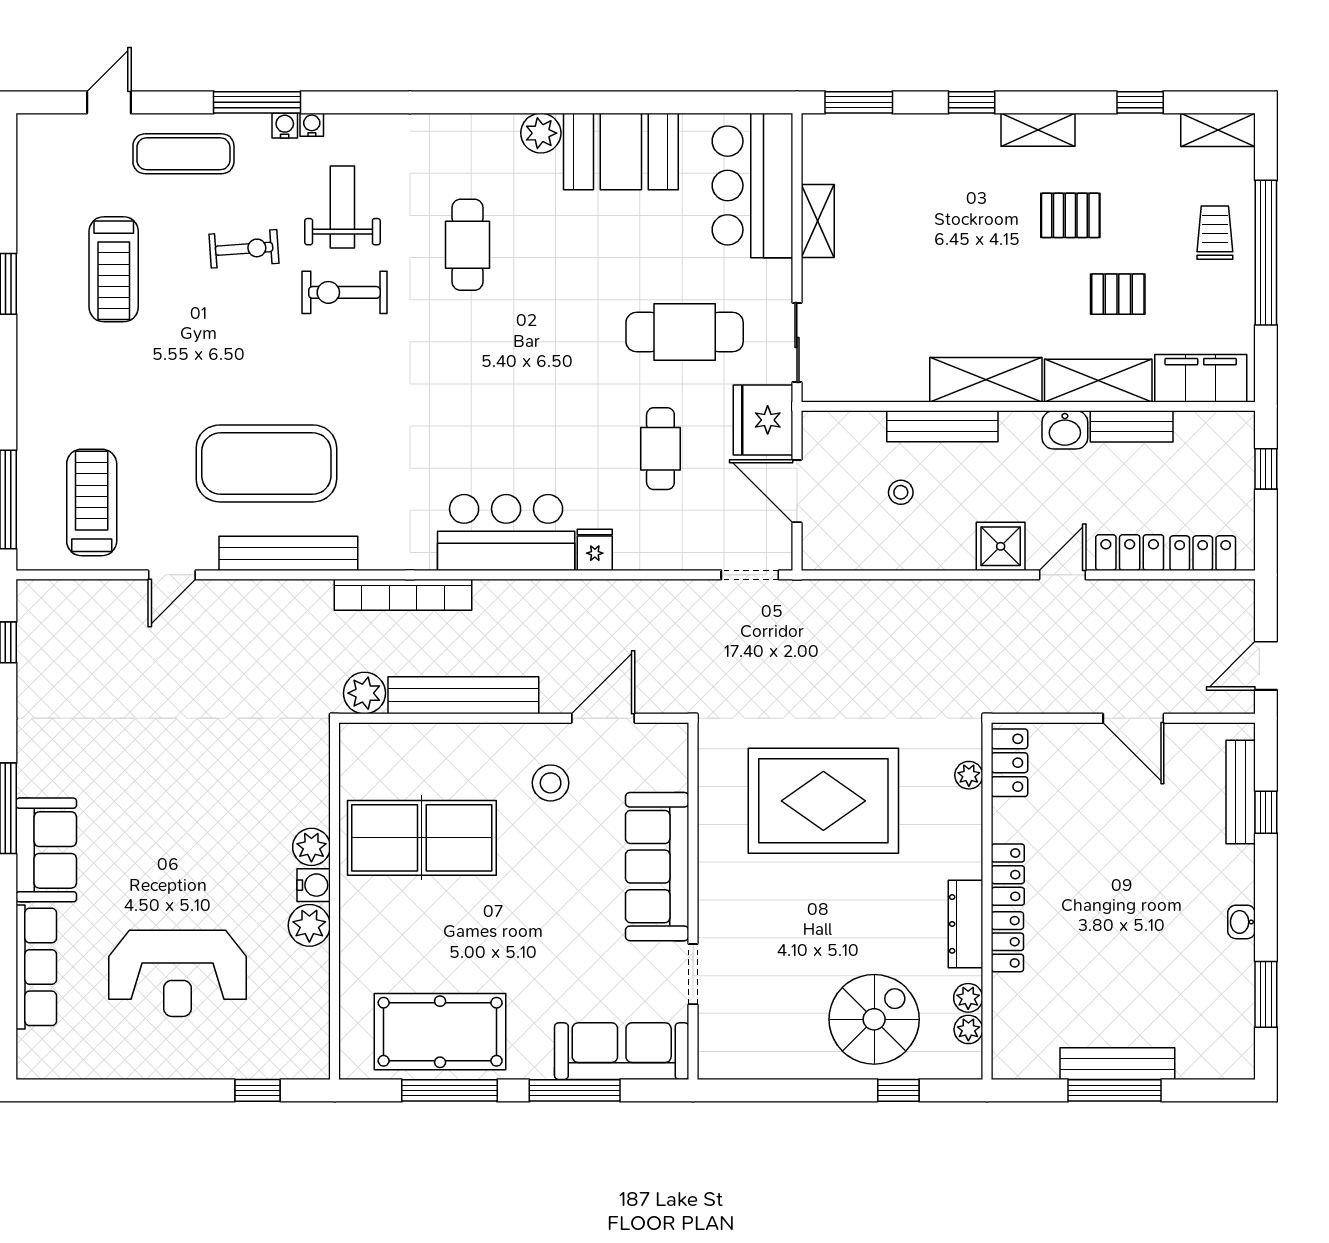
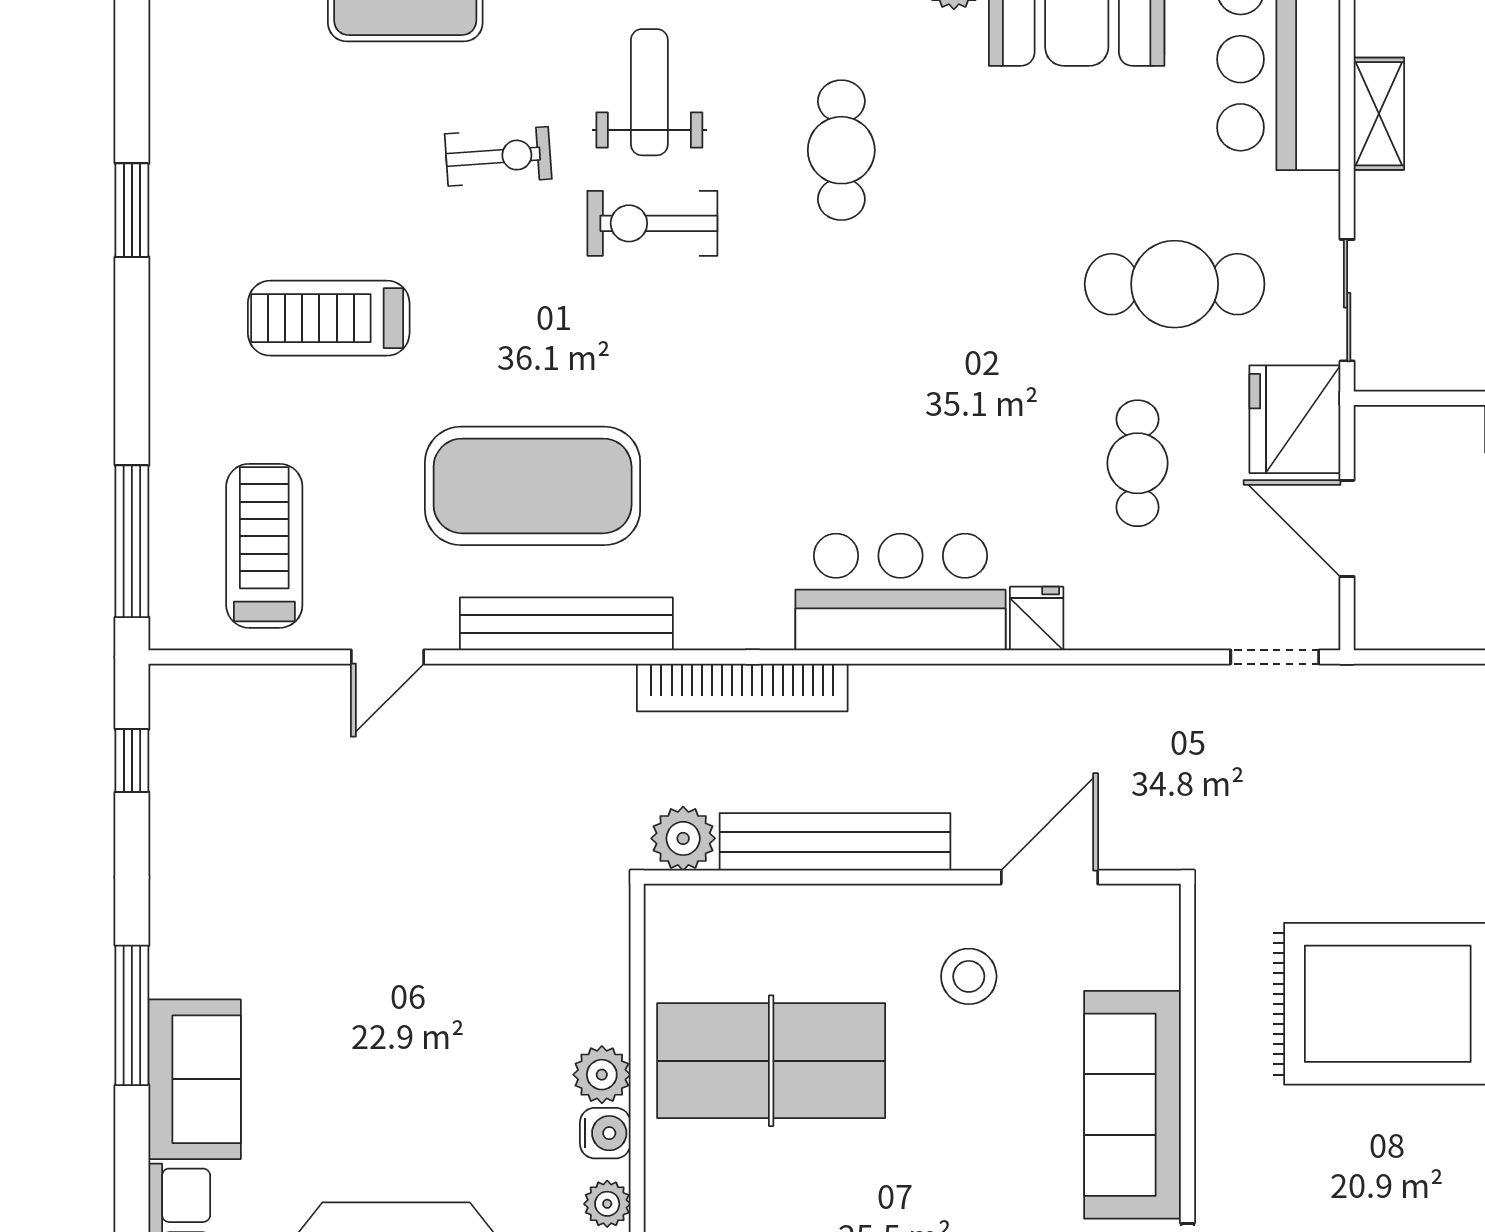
treadmill: (114, 269) -> (329, 318), moved, turned 90
plant: (309, 925) -> (607, 1204), width x0.73, depth x0.73

